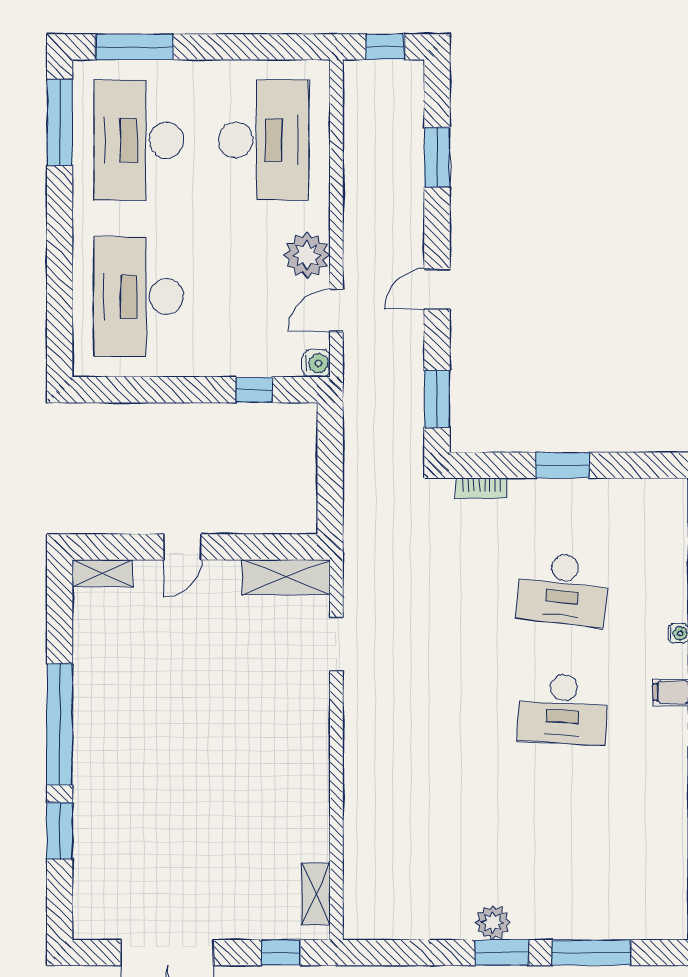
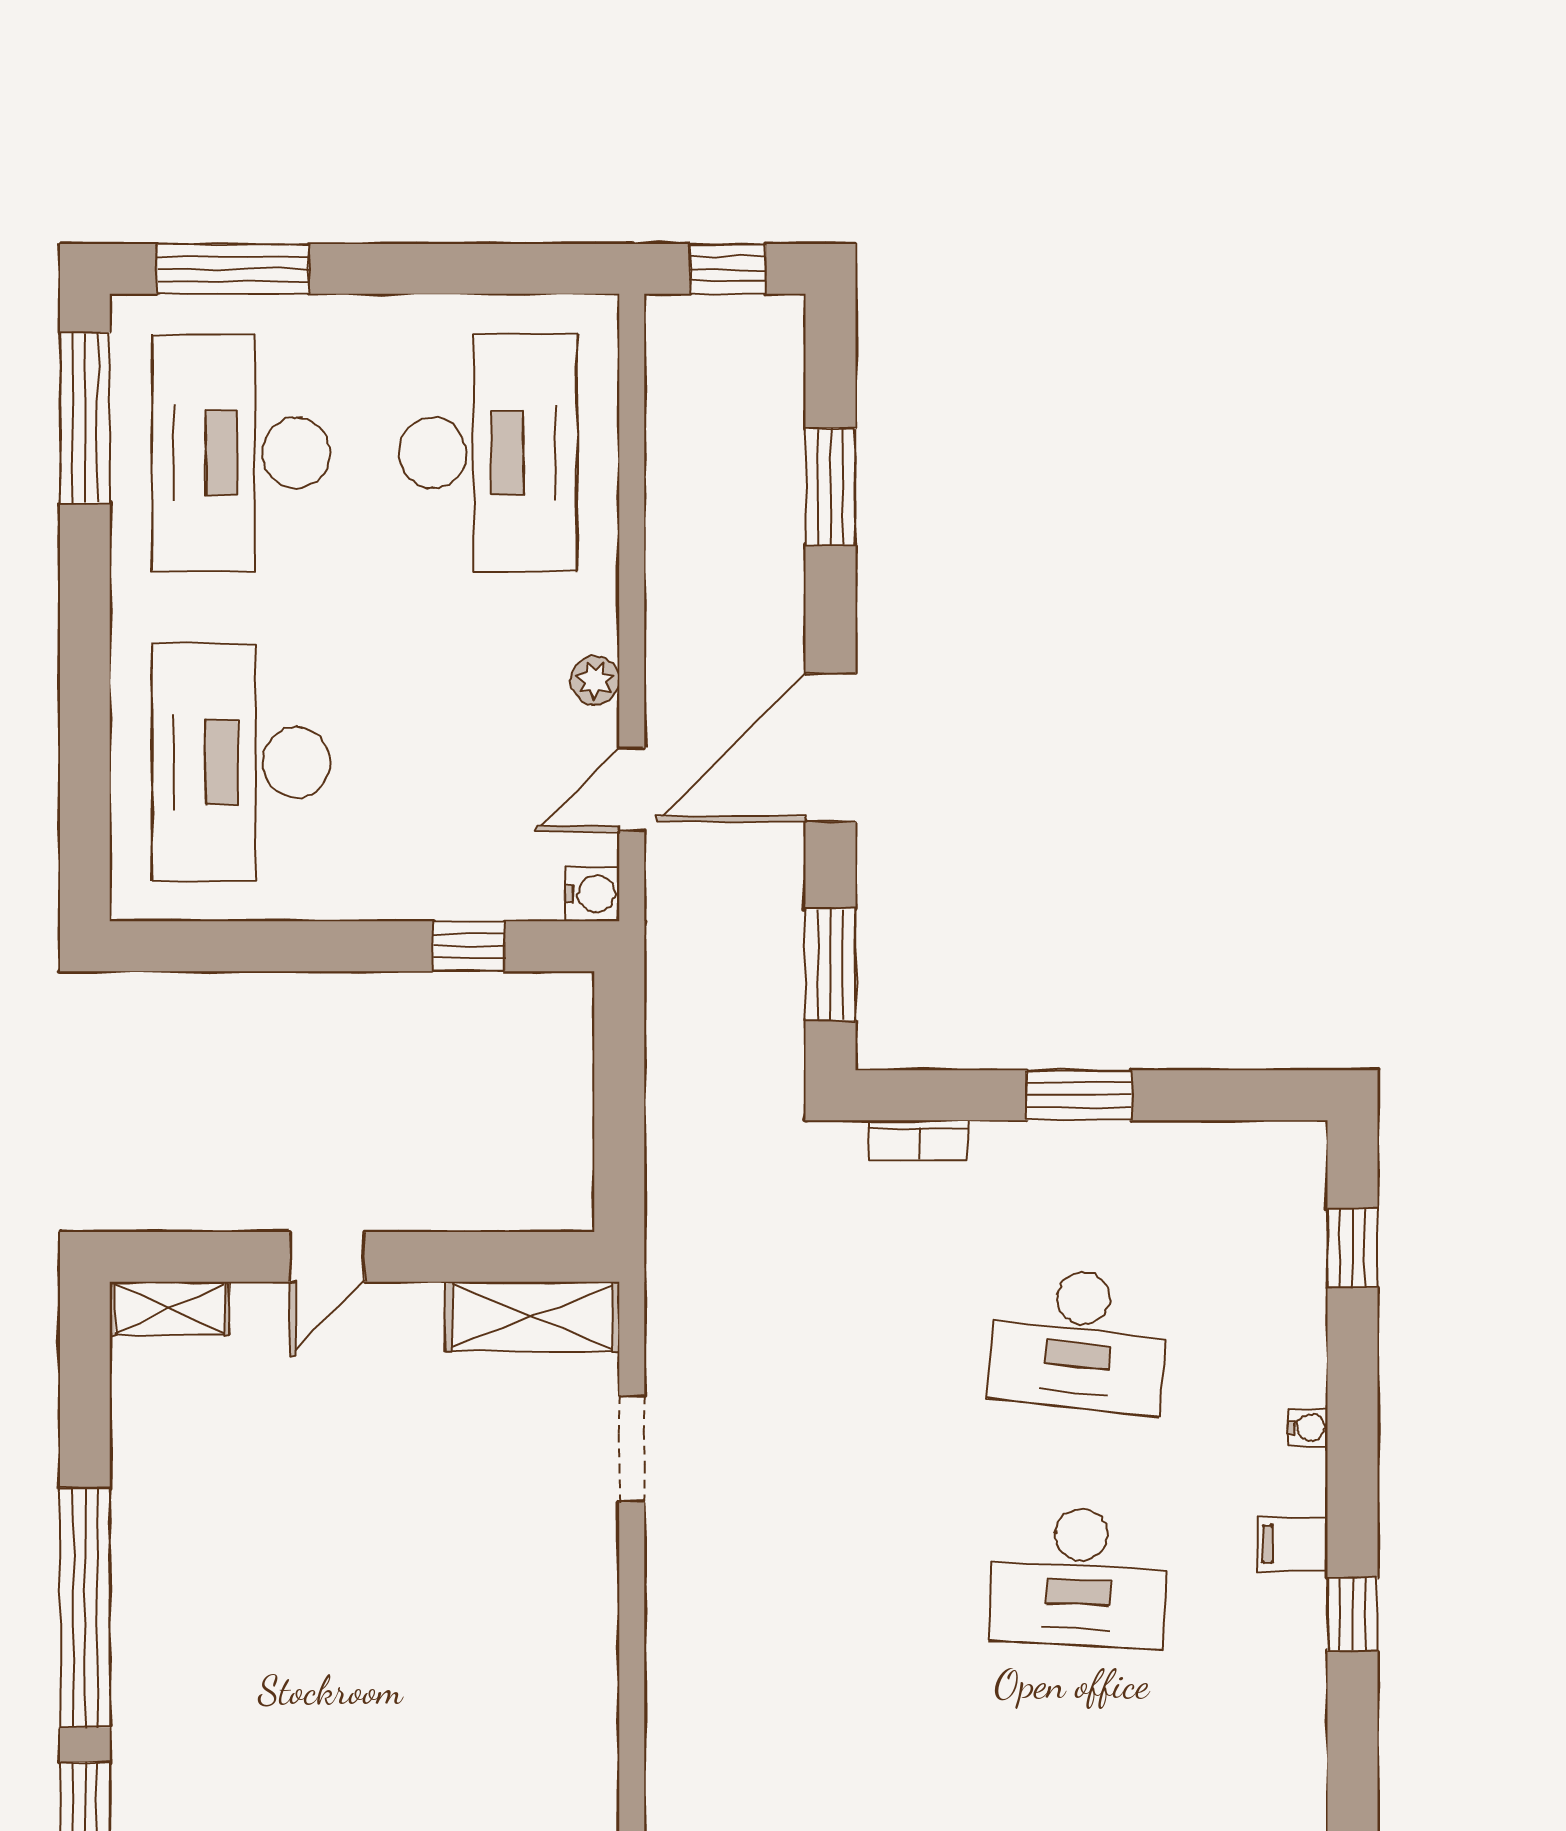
plant: (307, 255) -> (595, 680), width x0.53, depth x0.53
door: (437, 289) -> (831, 748), width x1.88

